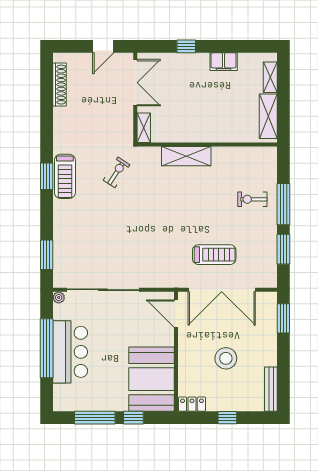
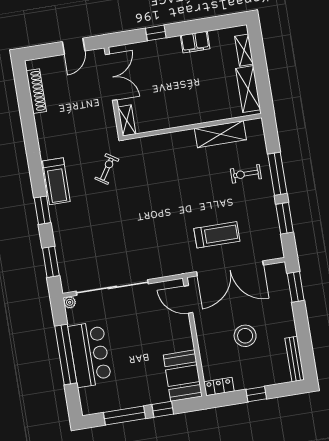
shelving: (186, 156) -> (220, 134), moved
window: (47, 176) -> (42, 210), moved
booth: (151, 379) -> (183, 376), width x0.73, depth x0.70

